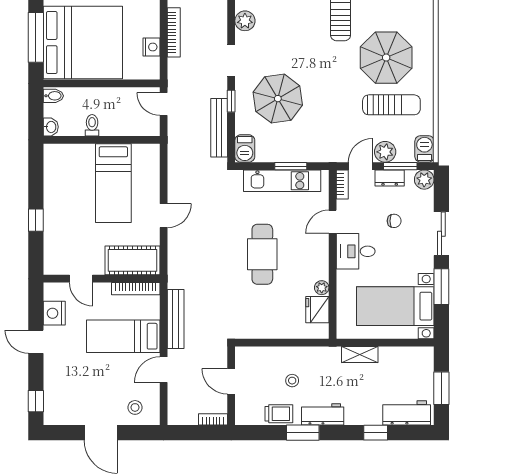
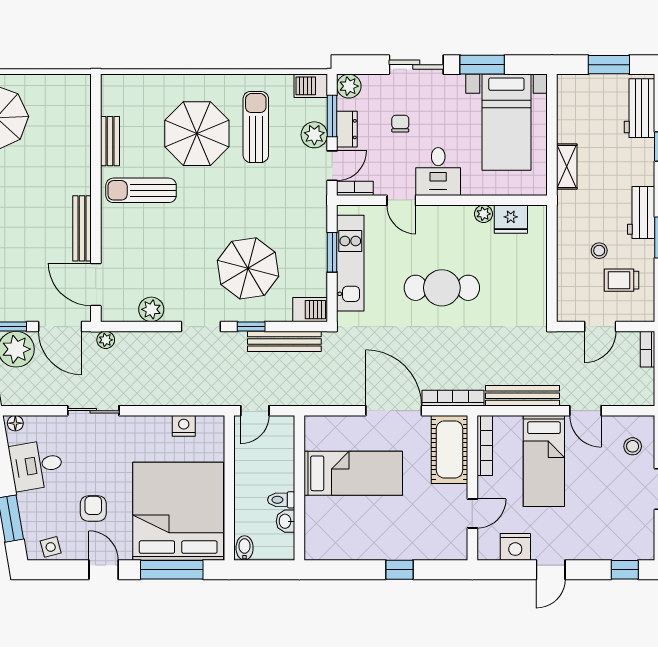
bookcase: (174, 32) -> (453, 398), moved
washbasin: (51, 127) -> (286, 521), moved, turned -90
door: (360, 166) -> (332, 166), swing flipped
door: (164, 216) -> (394, 411), width x1.88
trolley: (279, 414) -> (621, 280), moved, turned -90

